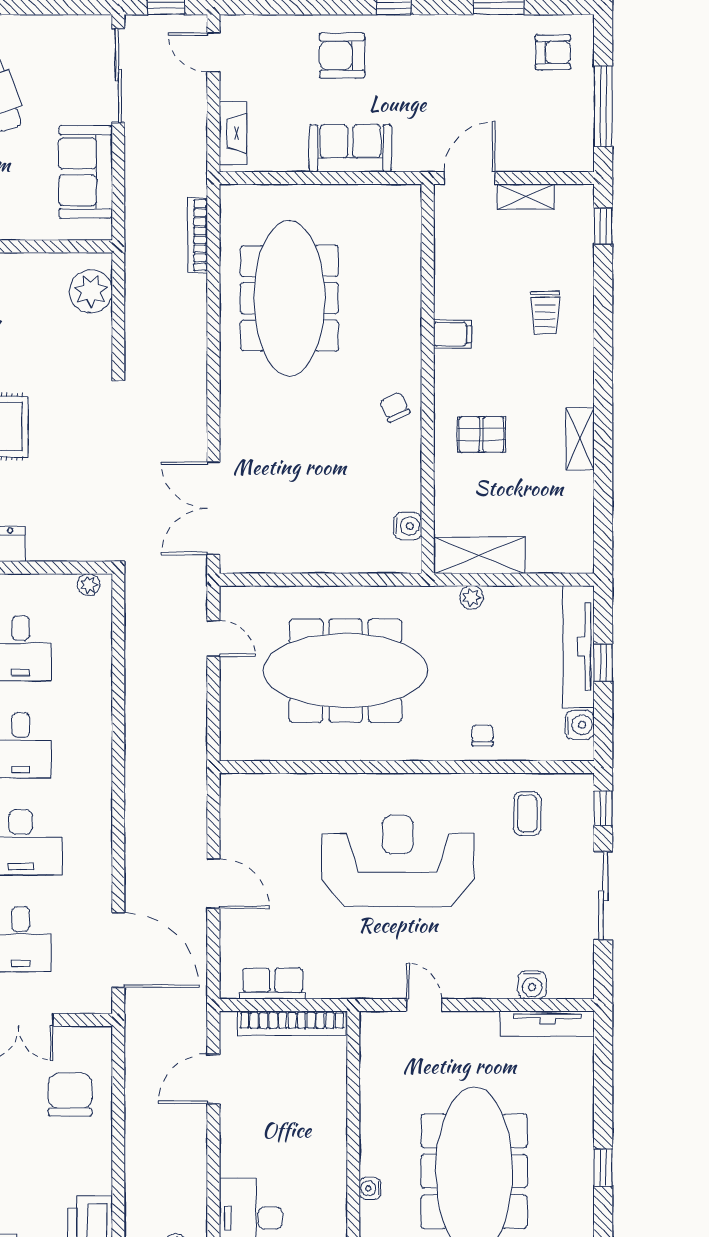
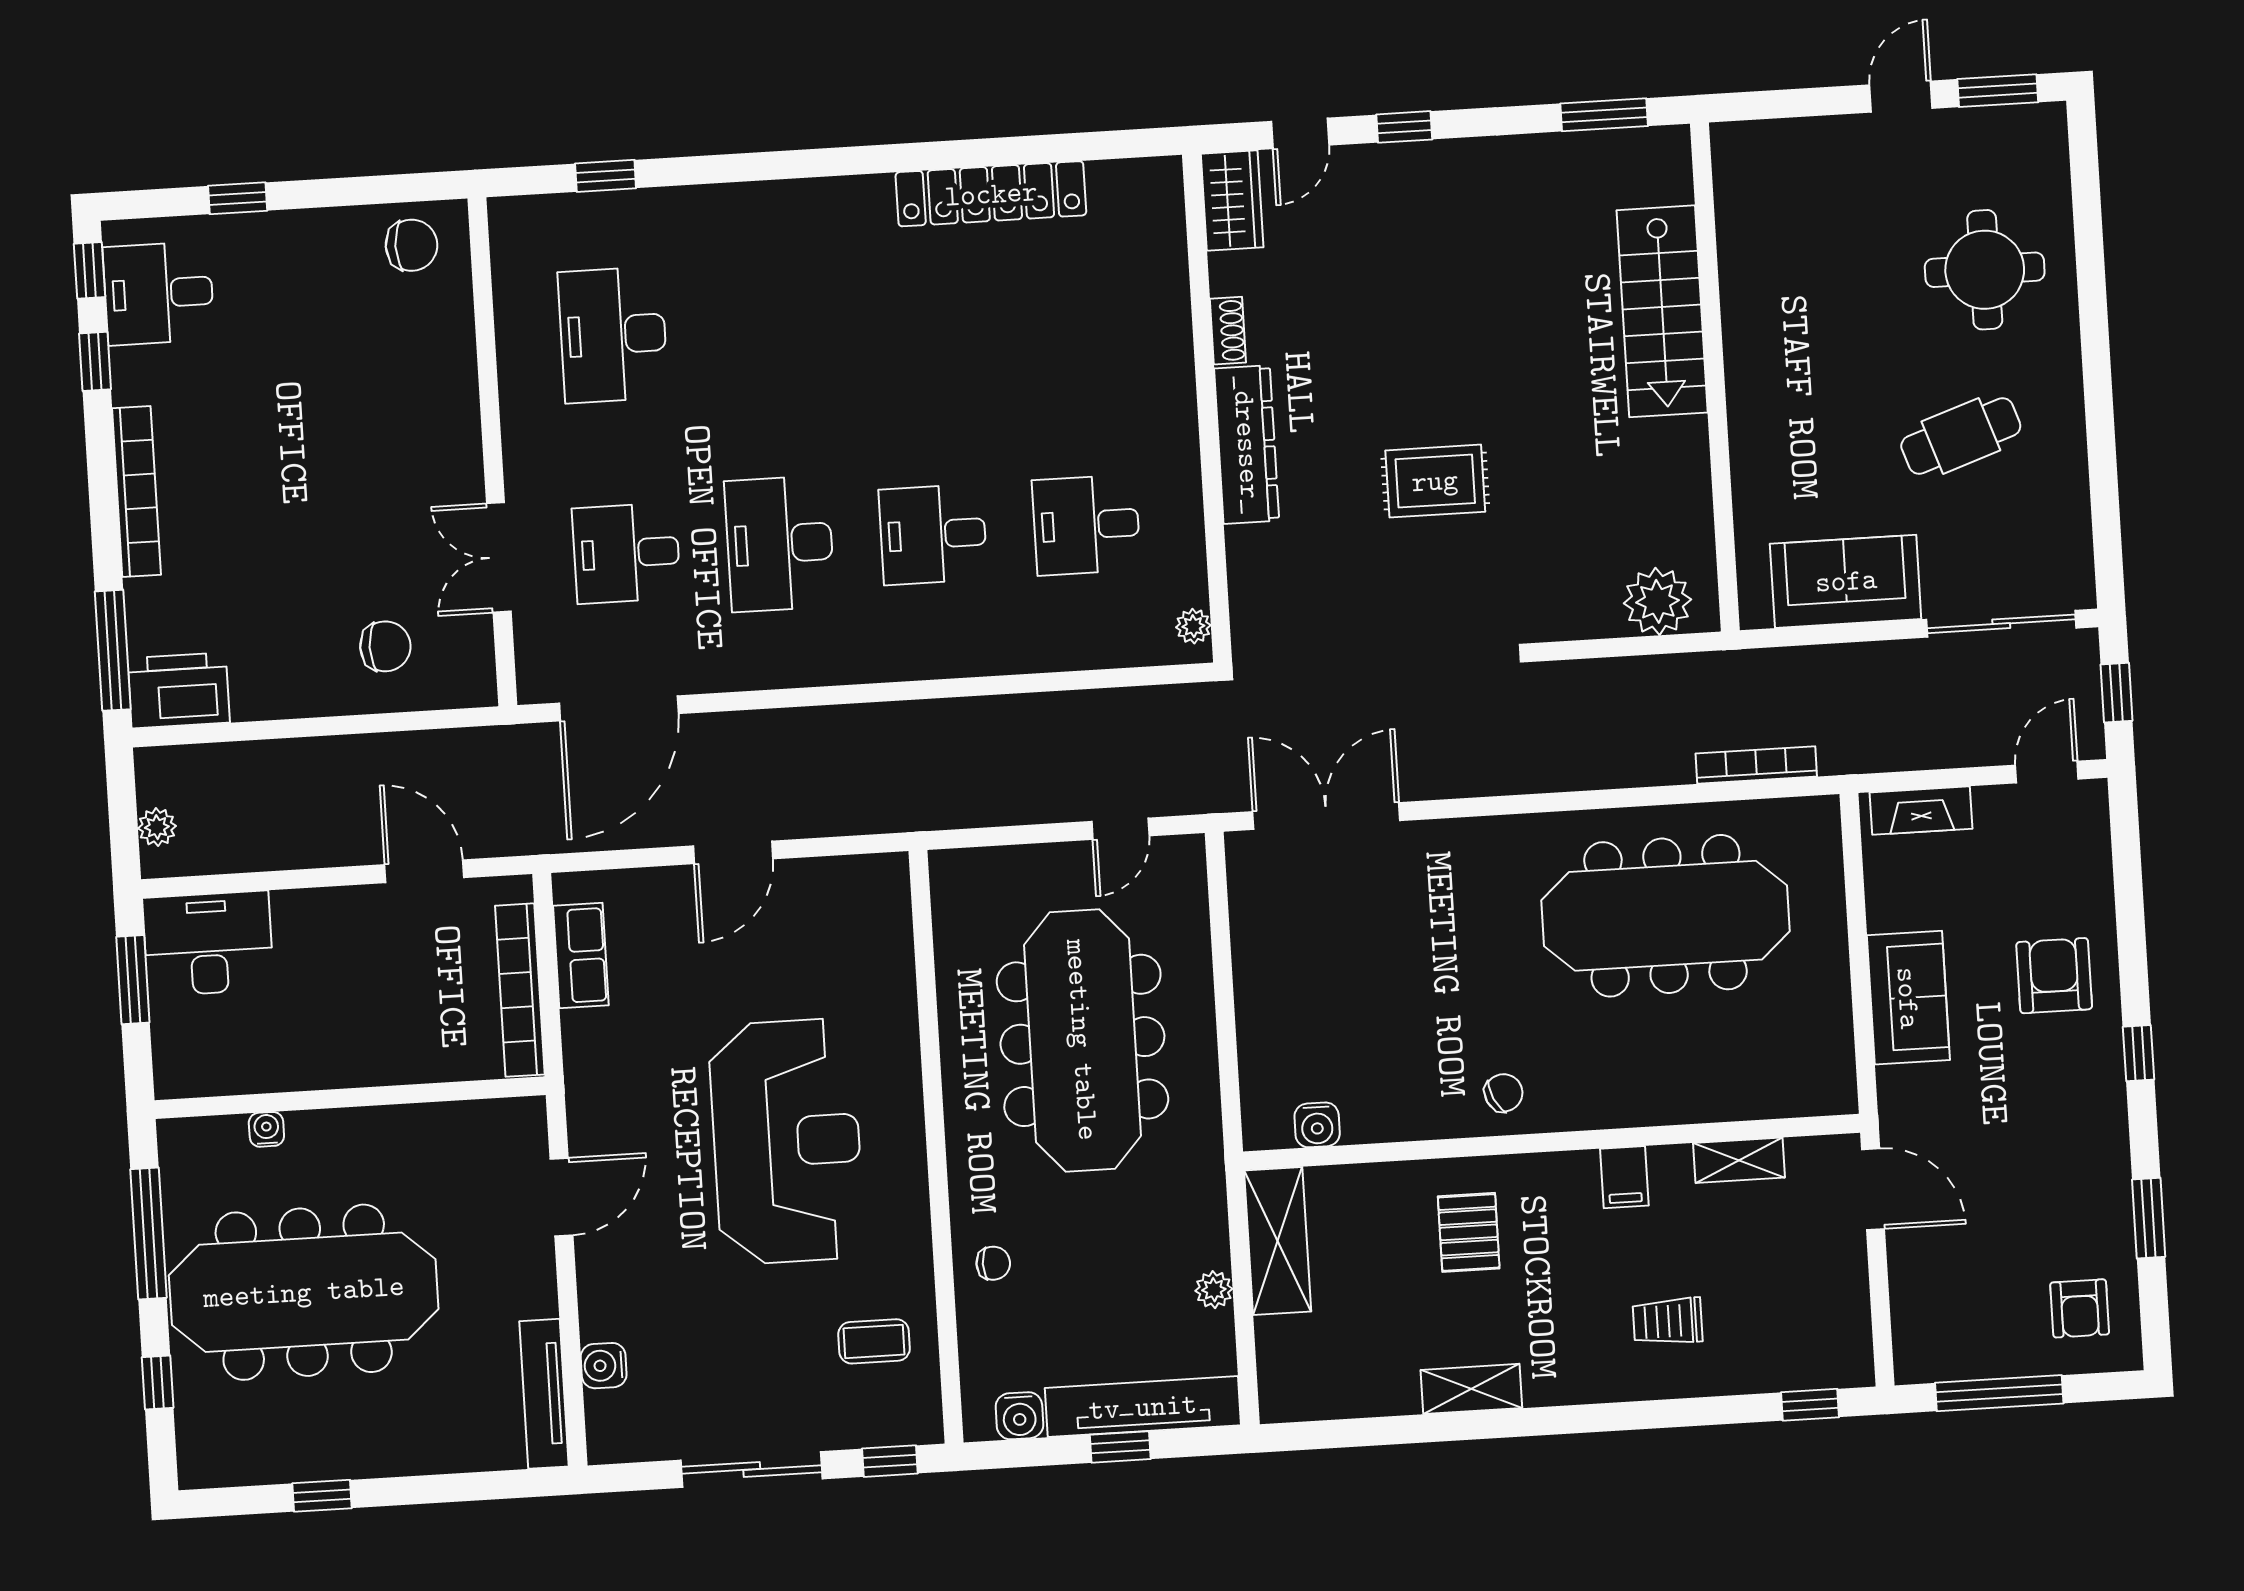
shelving: (526, 197) -> (1739, 1160), moved, turned 90
plant: (471, 597) -> (1214, 1290), moved
door: (424, 1005) -> (562, 1197), width x1.37
chair: (70, 1095) -> (385, 646), width x0.73, depth x0.73

